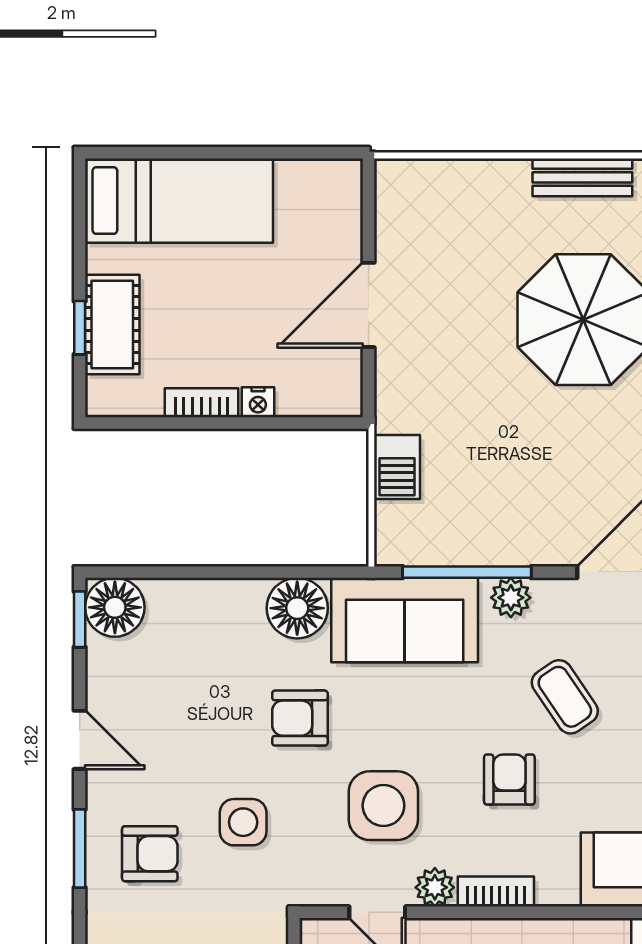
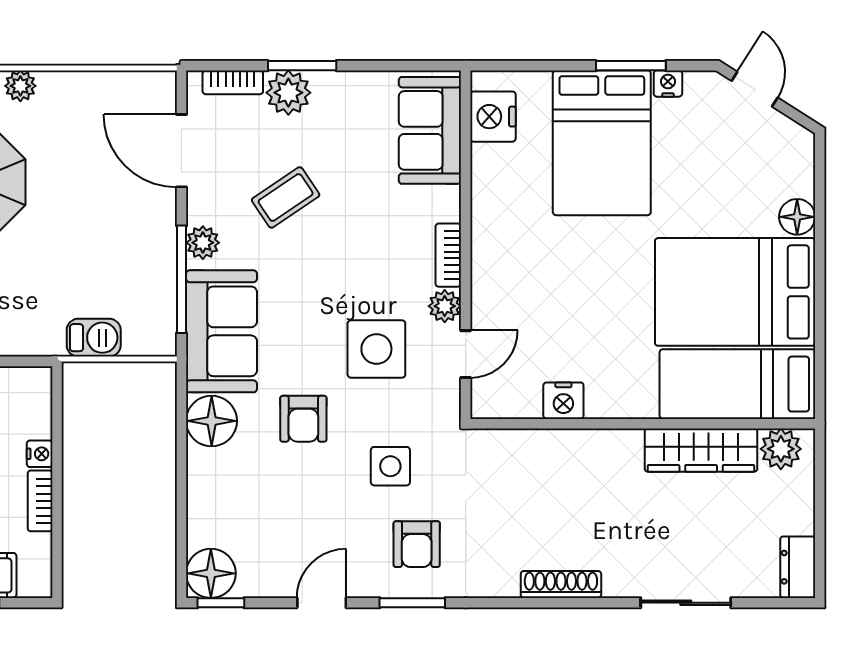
armchair: (509, 780) -> (355, 244), removed
armchair: (150, 854) -> (417, 544), turned 180

